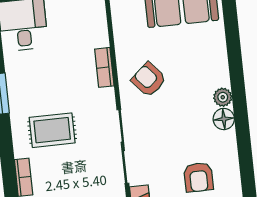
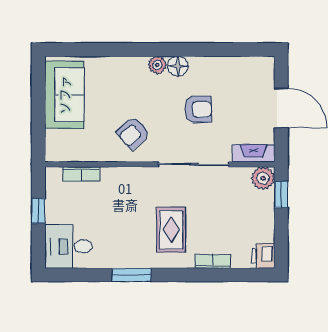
bookcase: (104, 67) -> (81, 174), moved
armchair: (199, 177) -> (198, 109), moved

